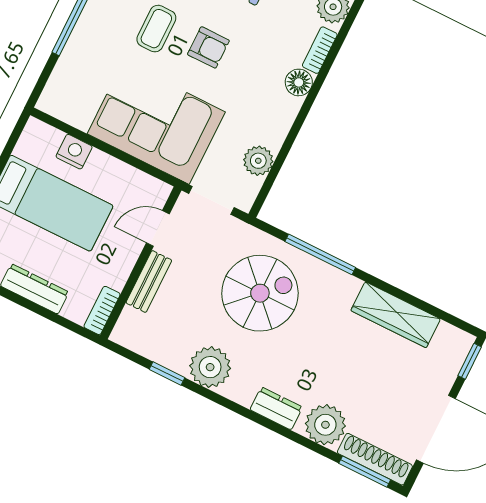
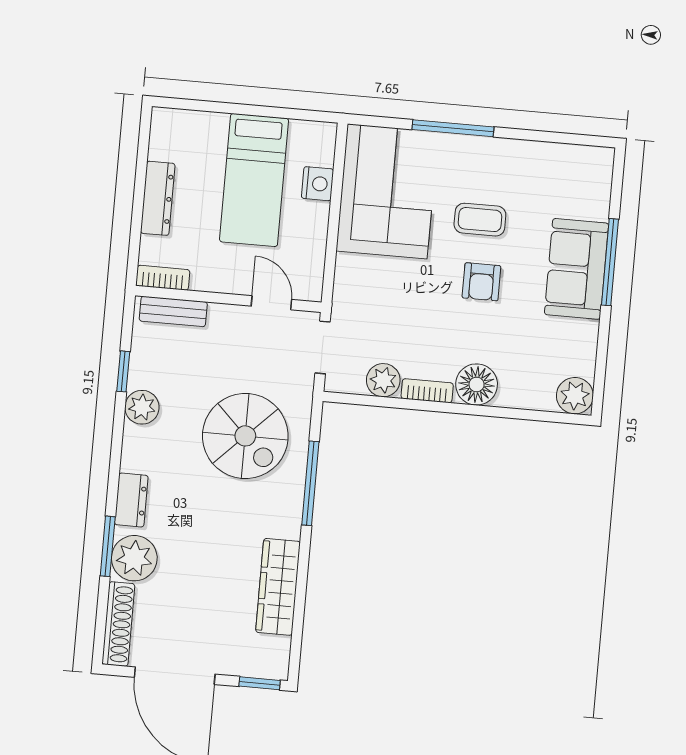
bookcase: (320, 50) -> (427, 391), moved
floor lamp: (299, 82) -> (477, 384), width x1.38, depth x1.38
corner sofa: (156, 123) -> (387, 191), moved
bench: (149, 282) -> (173, 311), moved
plant: (210, 367) -> (142, 407), width x0.73, depth x0.73
window: (365, 472) -> (108, 546), moved

